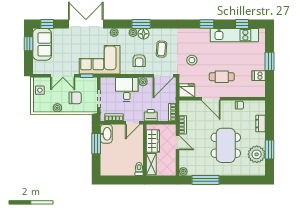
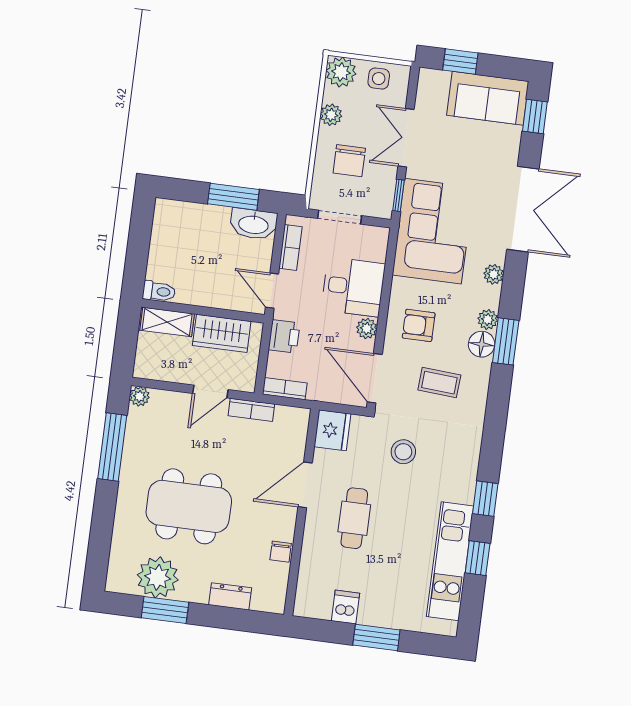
window: (242, 24) -> (478, 558), moved
window: (29, 44) -> (460, 61), moved
plant: (39, 106) -> (341, 72), added

